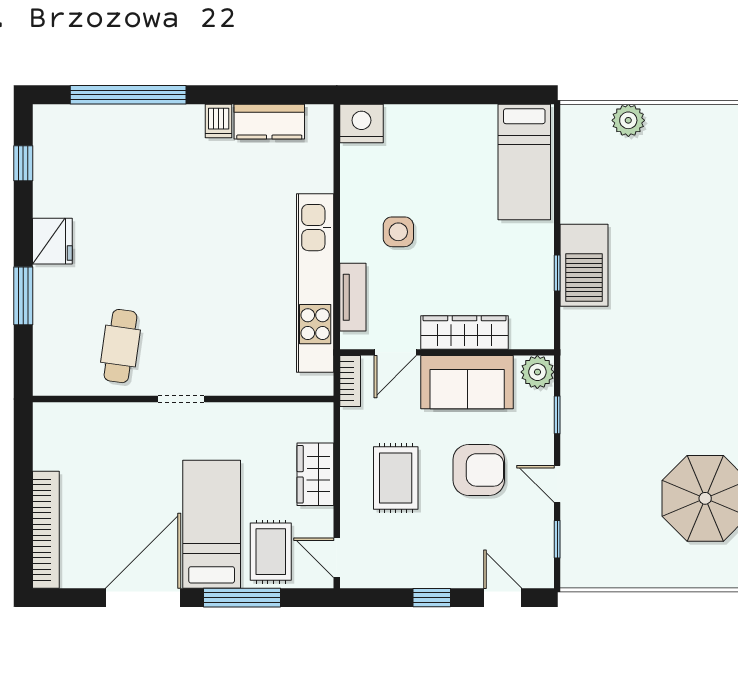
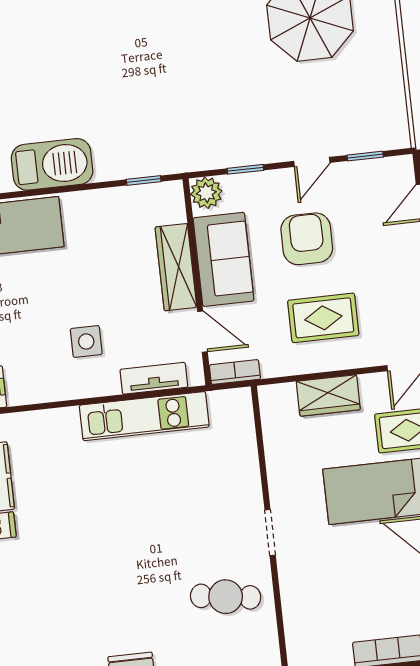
barbecue: (584, 265) -> (52, 164), moved
window: (557, 273) -> (144, 180), moved
kitchen unit: (315, 283) -> (144, 416), width x0.73

